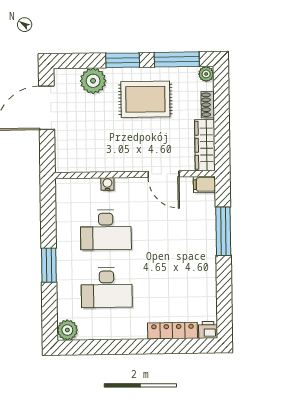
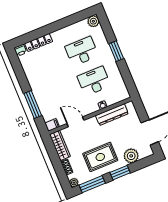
dresser: (98, 162) -> (112, 115), added

